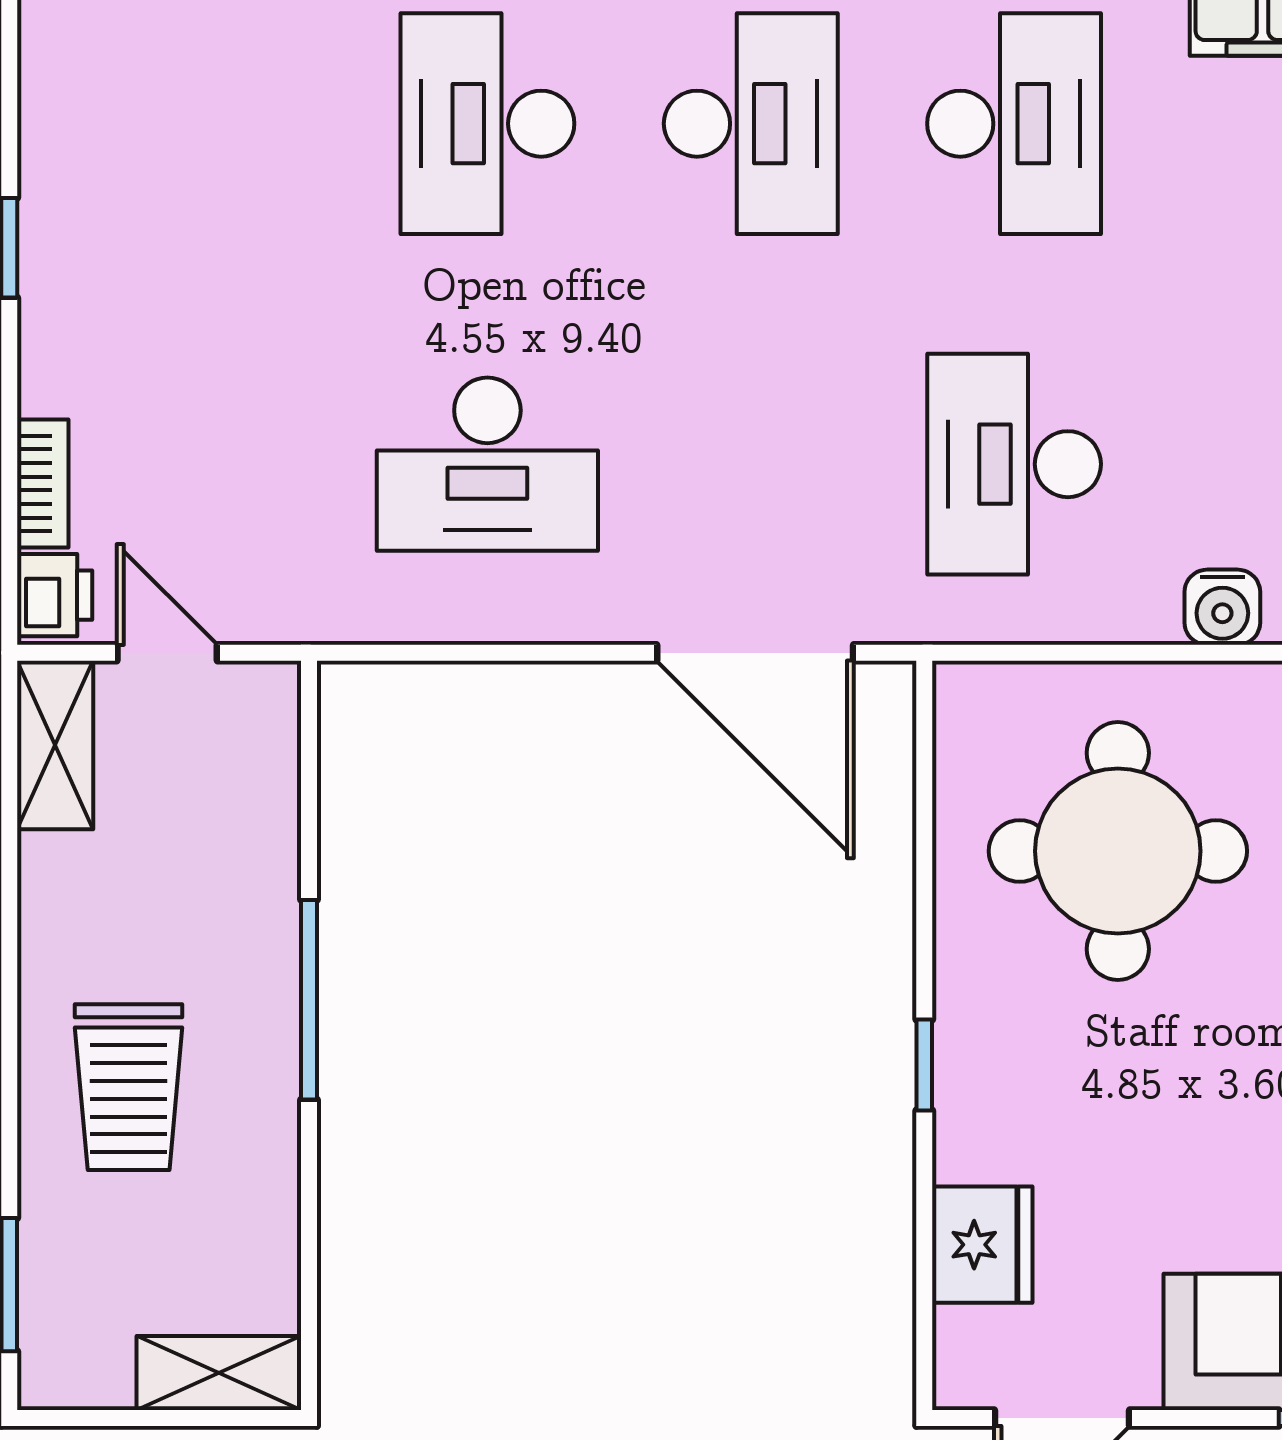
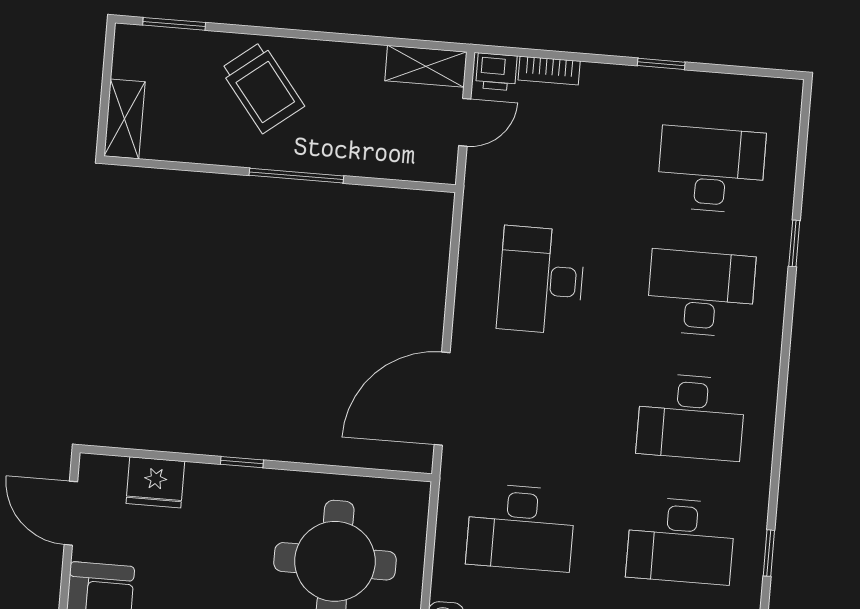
desk: (224, 124) -> (711, 170), added
desk: (1014, 464) -> (521, 528), turned 180
trolley: (129, 1087) -> (262, 87), turned -128

